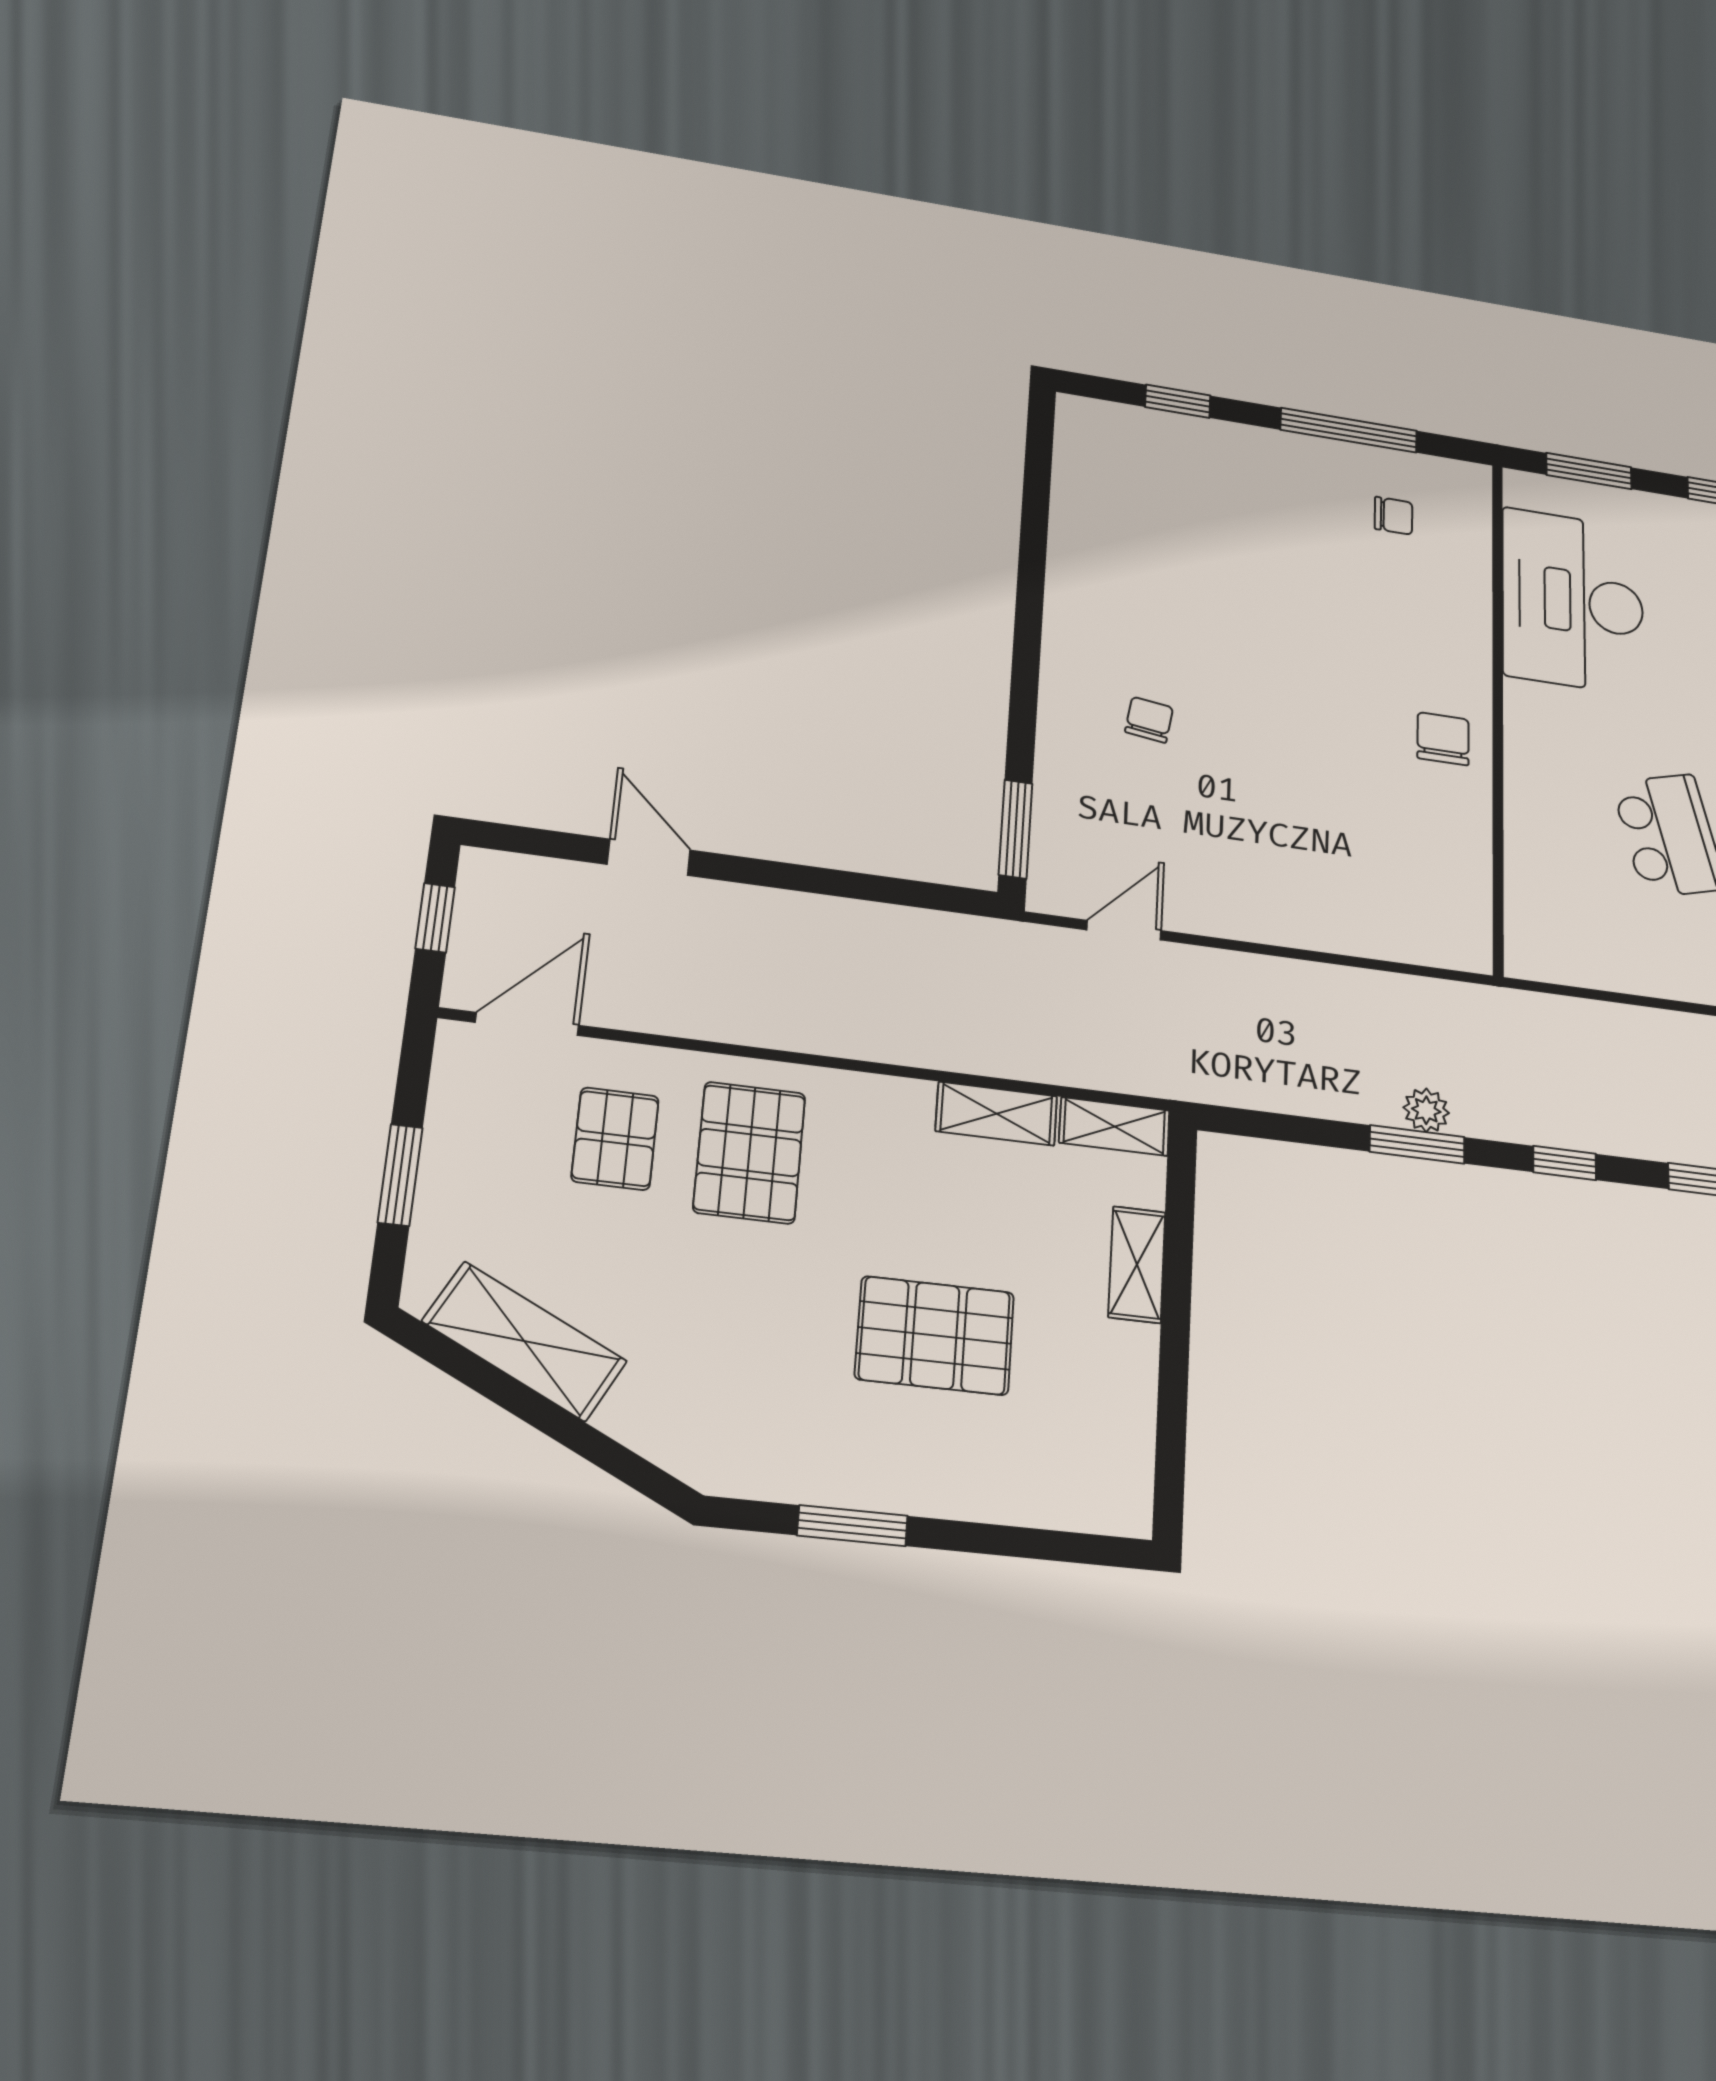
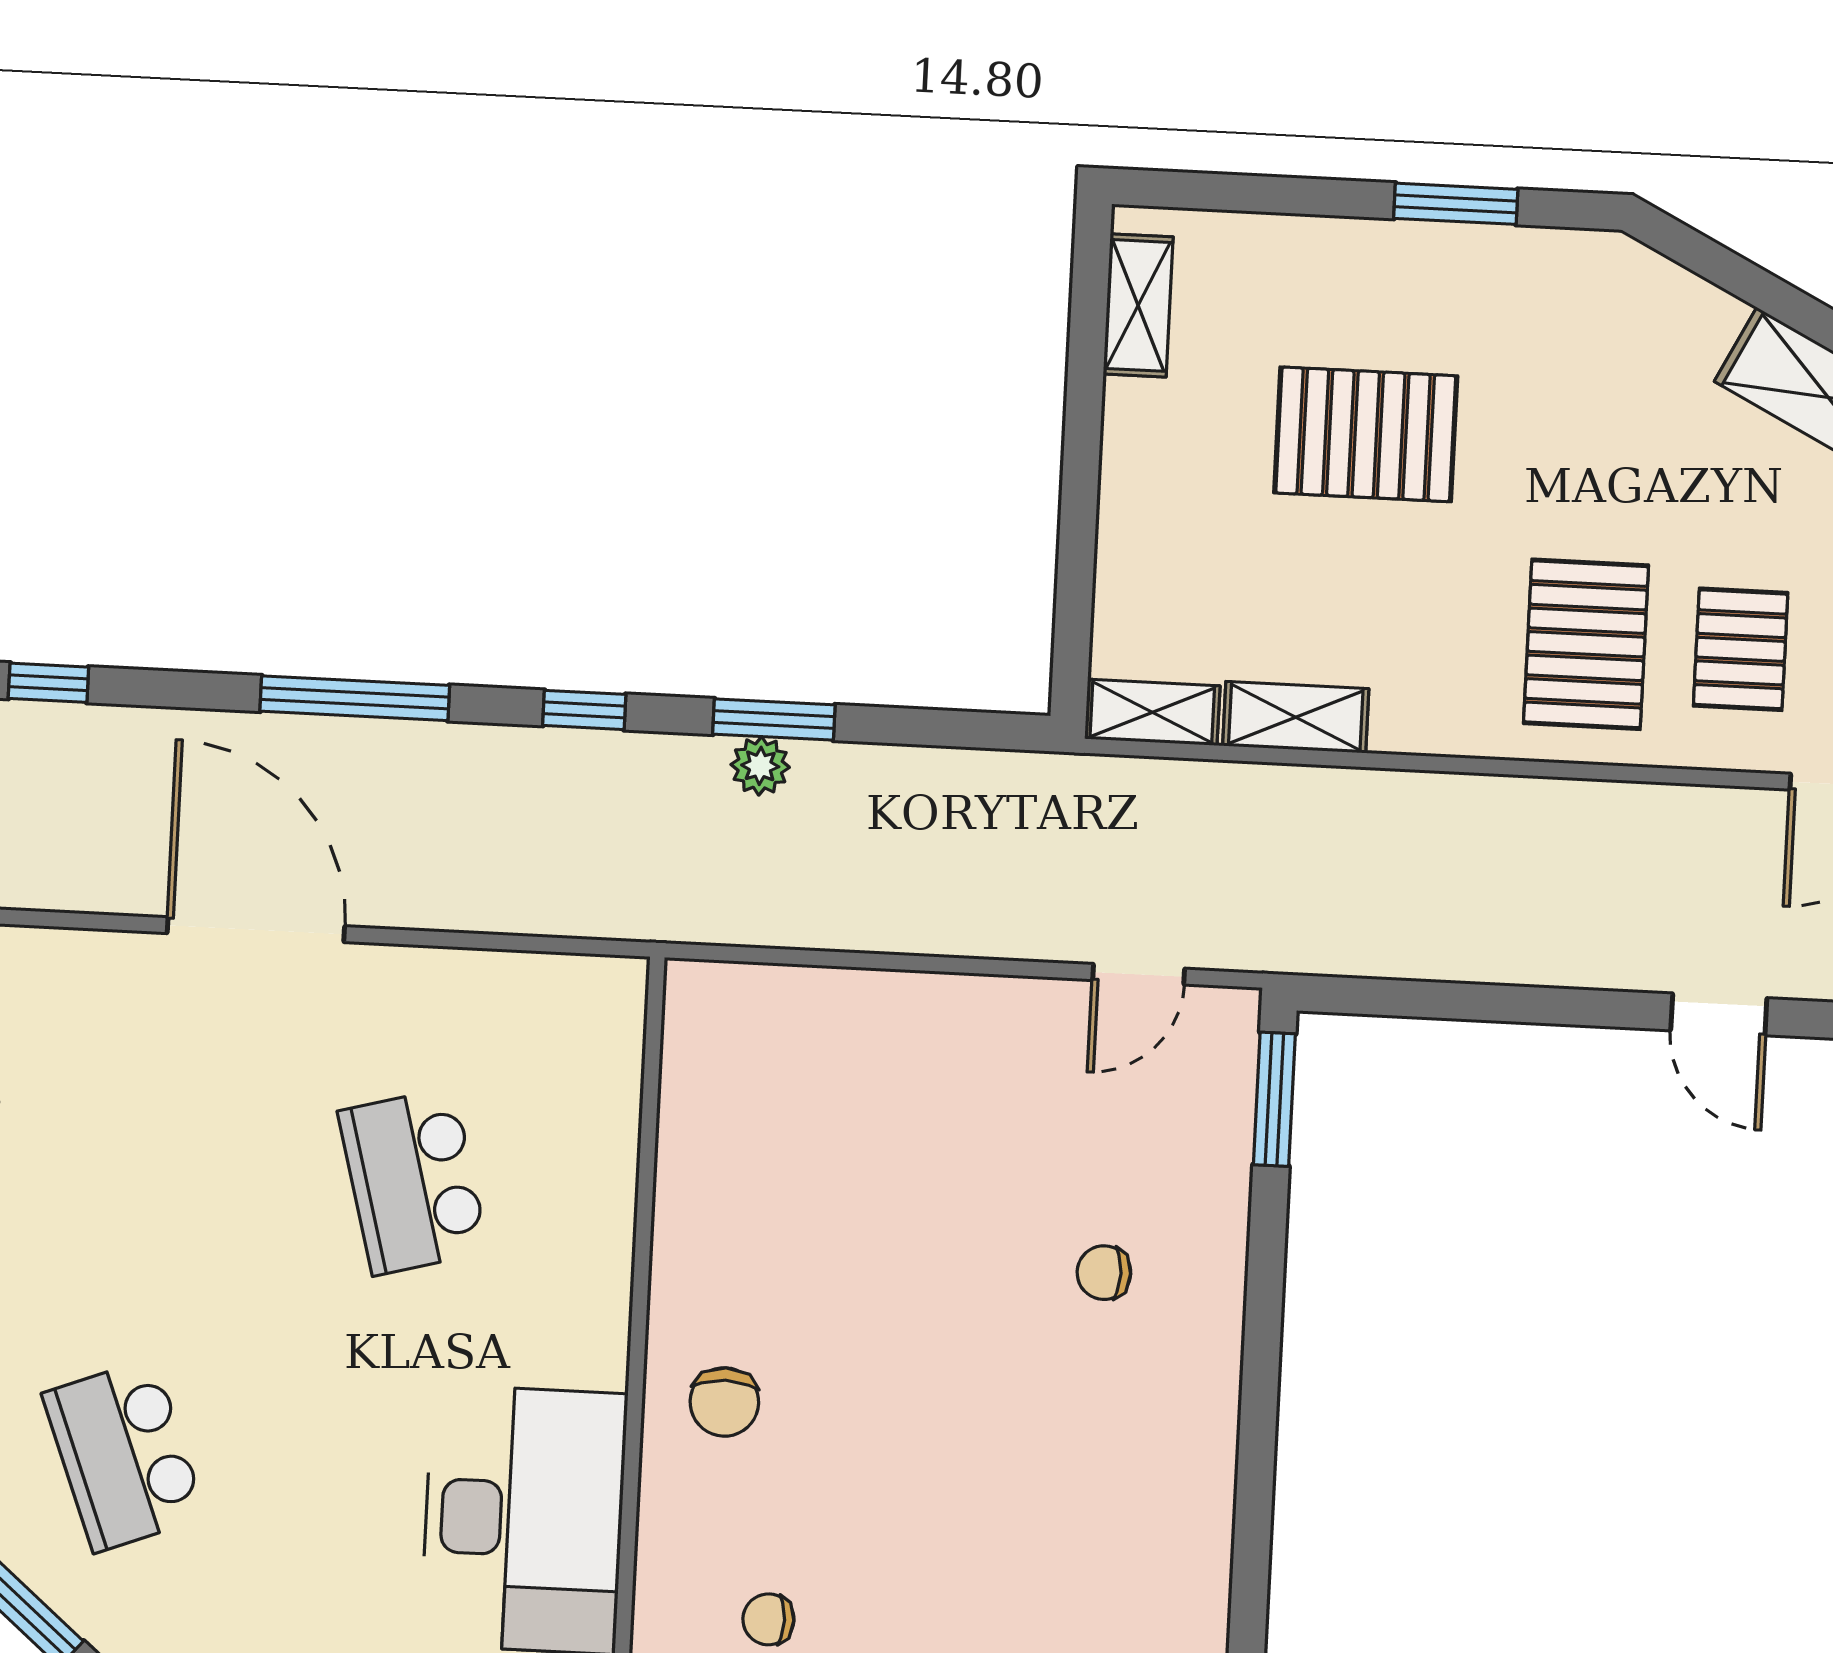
chair: (1149, 720) -> (1104, 1273), turned 82
chair: (1443, 739) -> (724, 1402), moved
shelving: (1137, 1265) -> (1138, 305), moved

